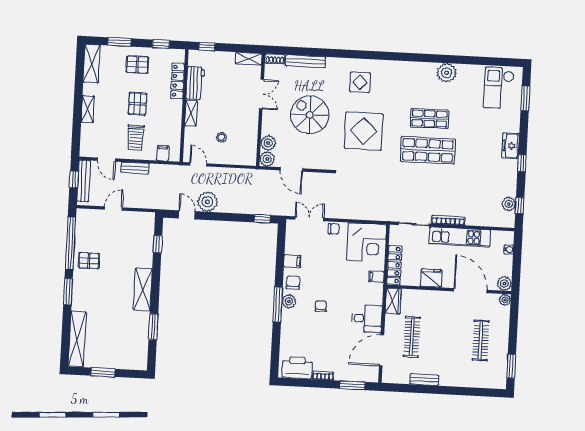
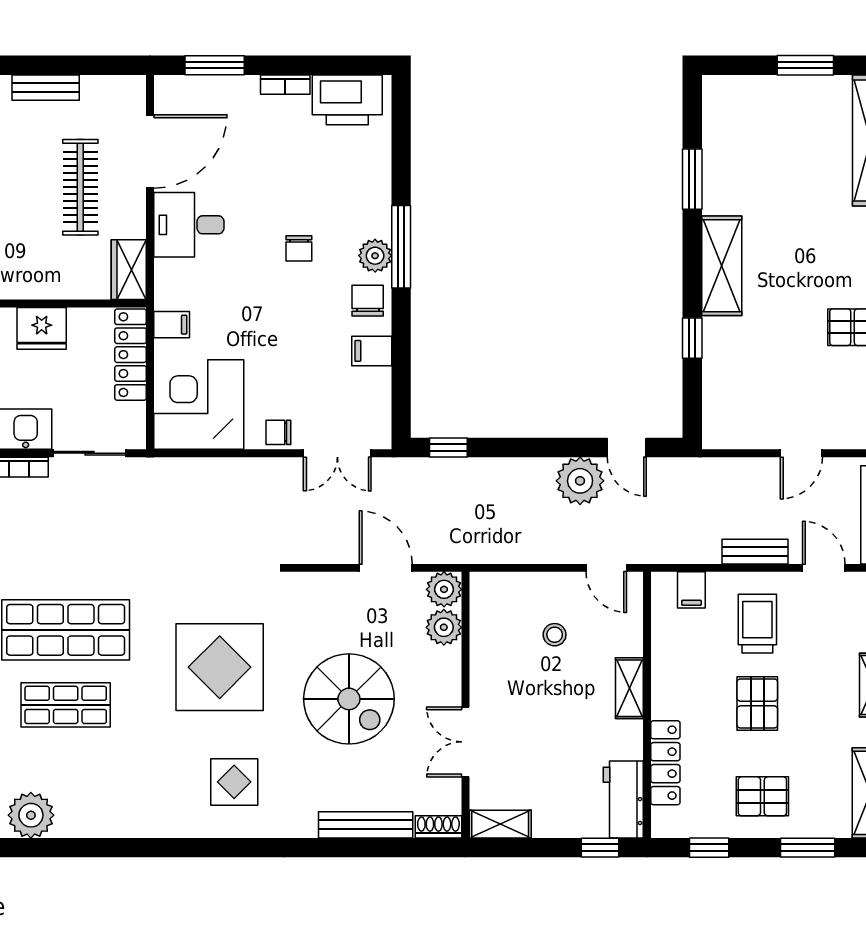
workbench: (195, 83) -> (623, 799), moved
window: (158, 244) -> (692, 338), moved
chair: (293, 283) -> (368, 301), turned 180

